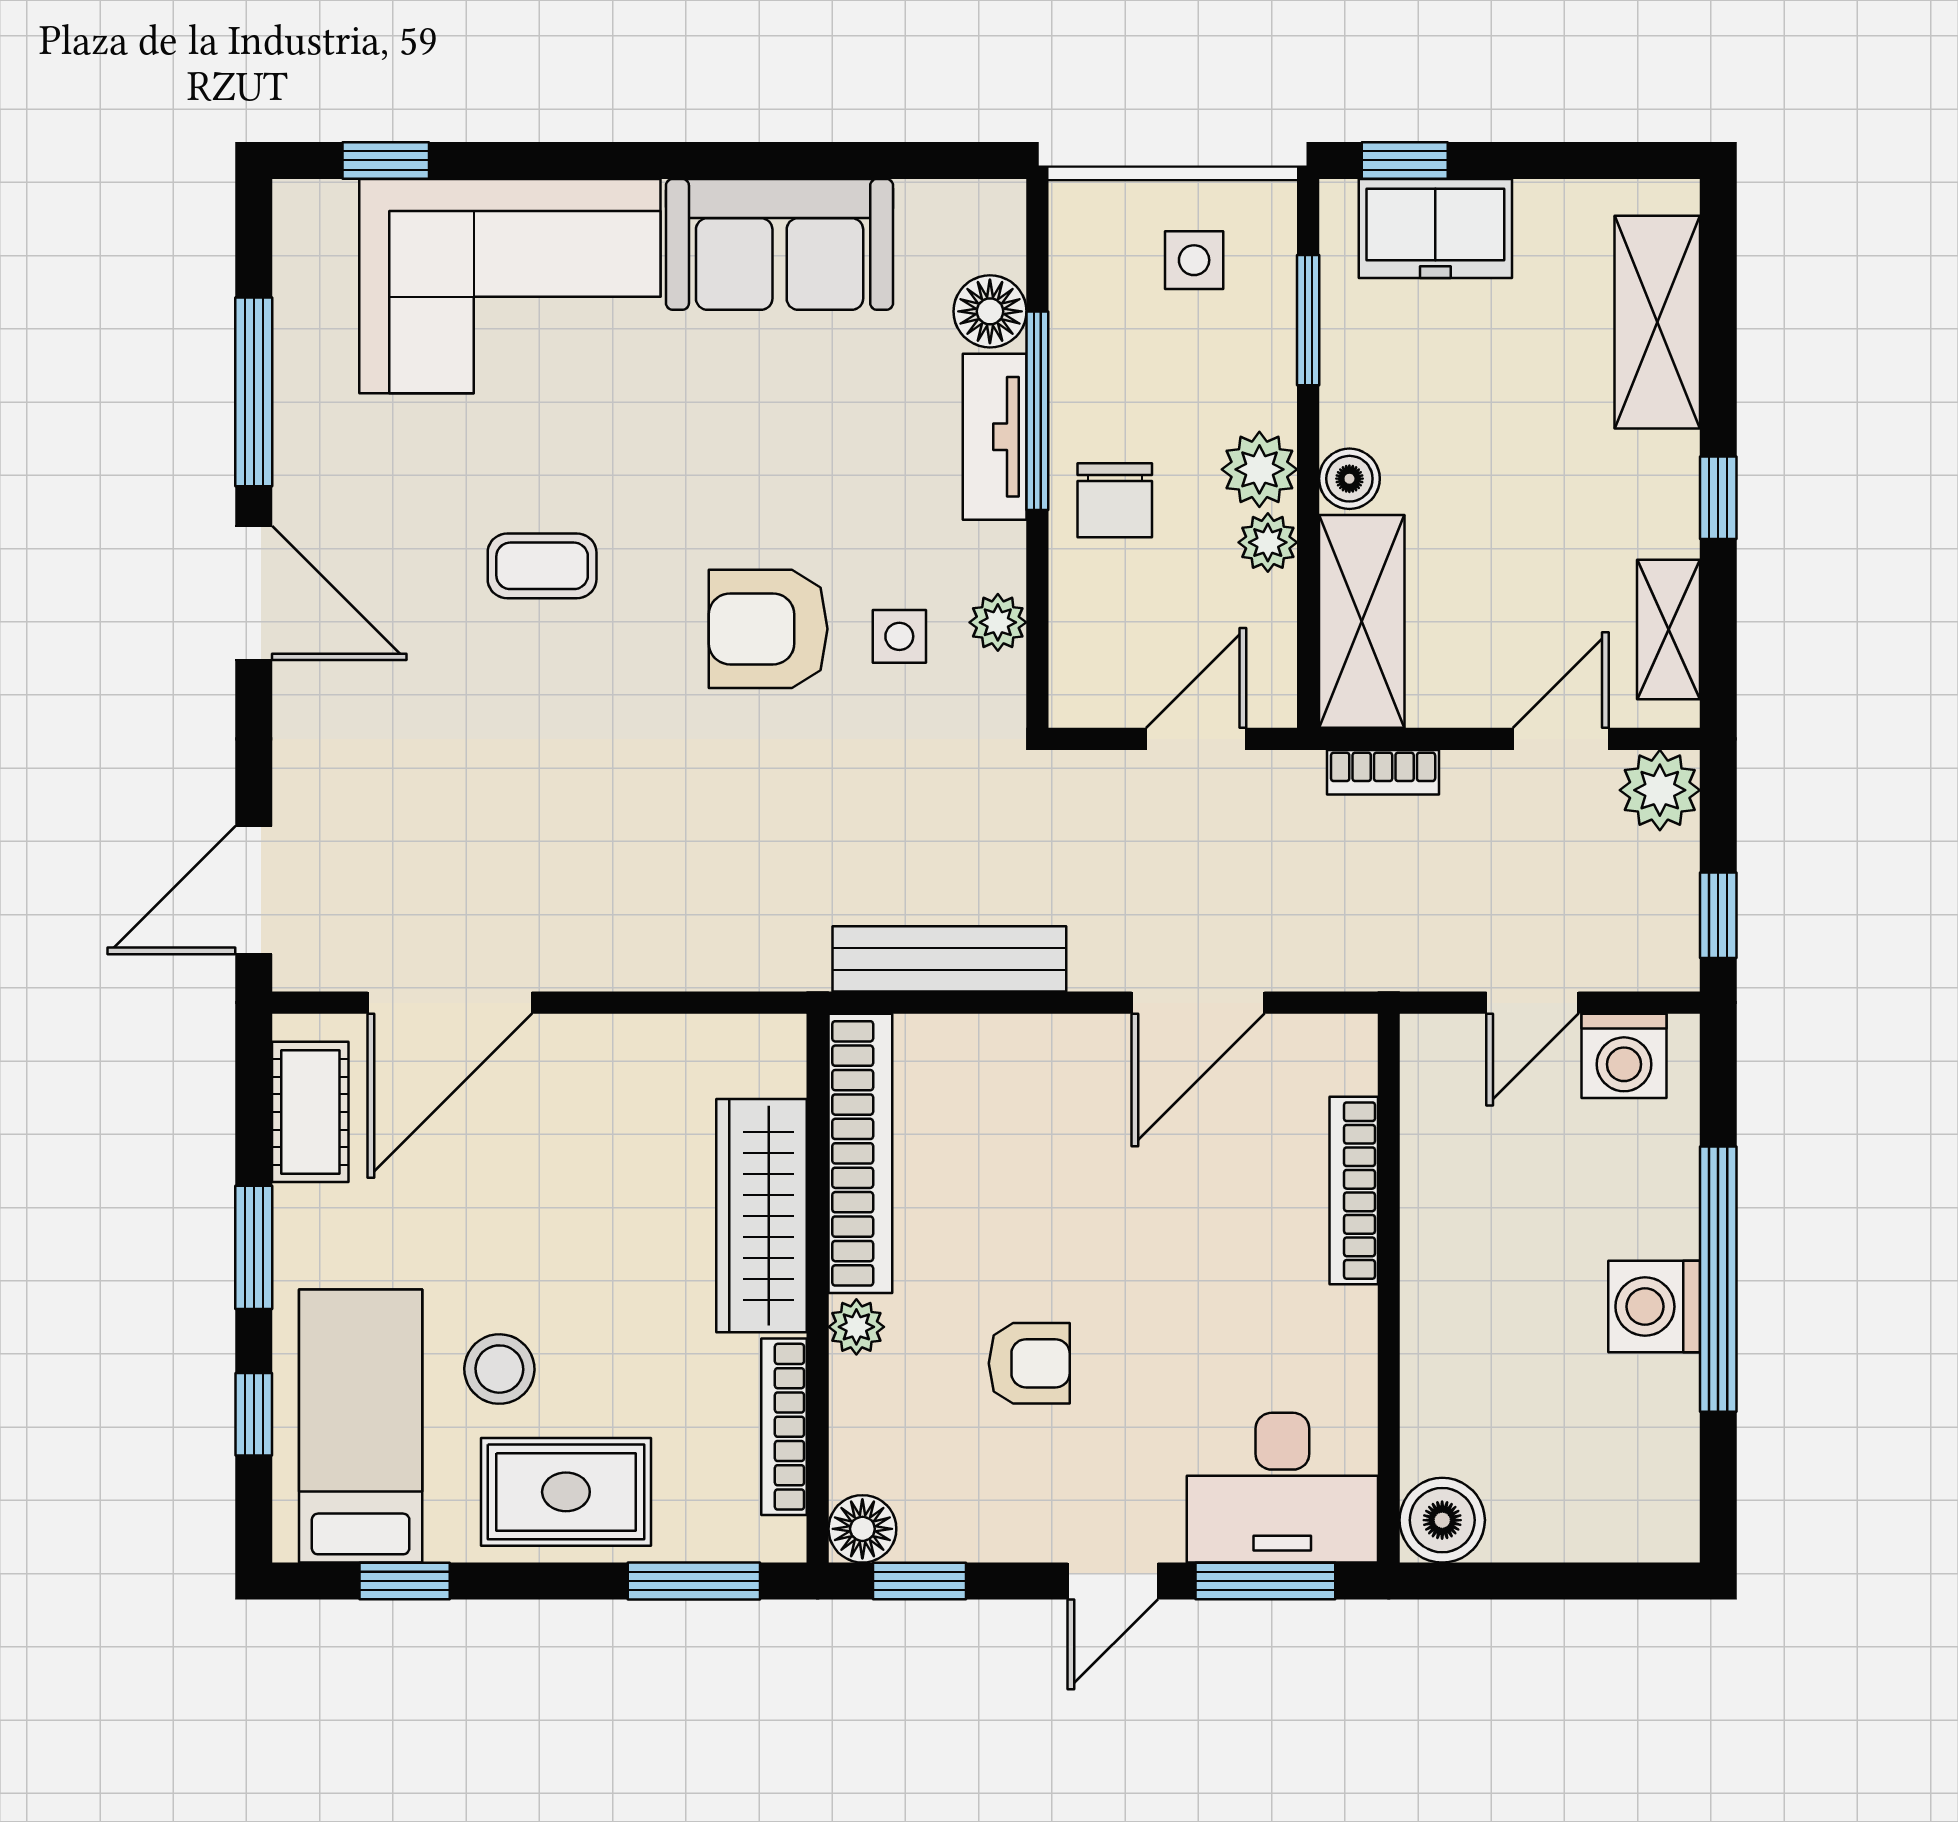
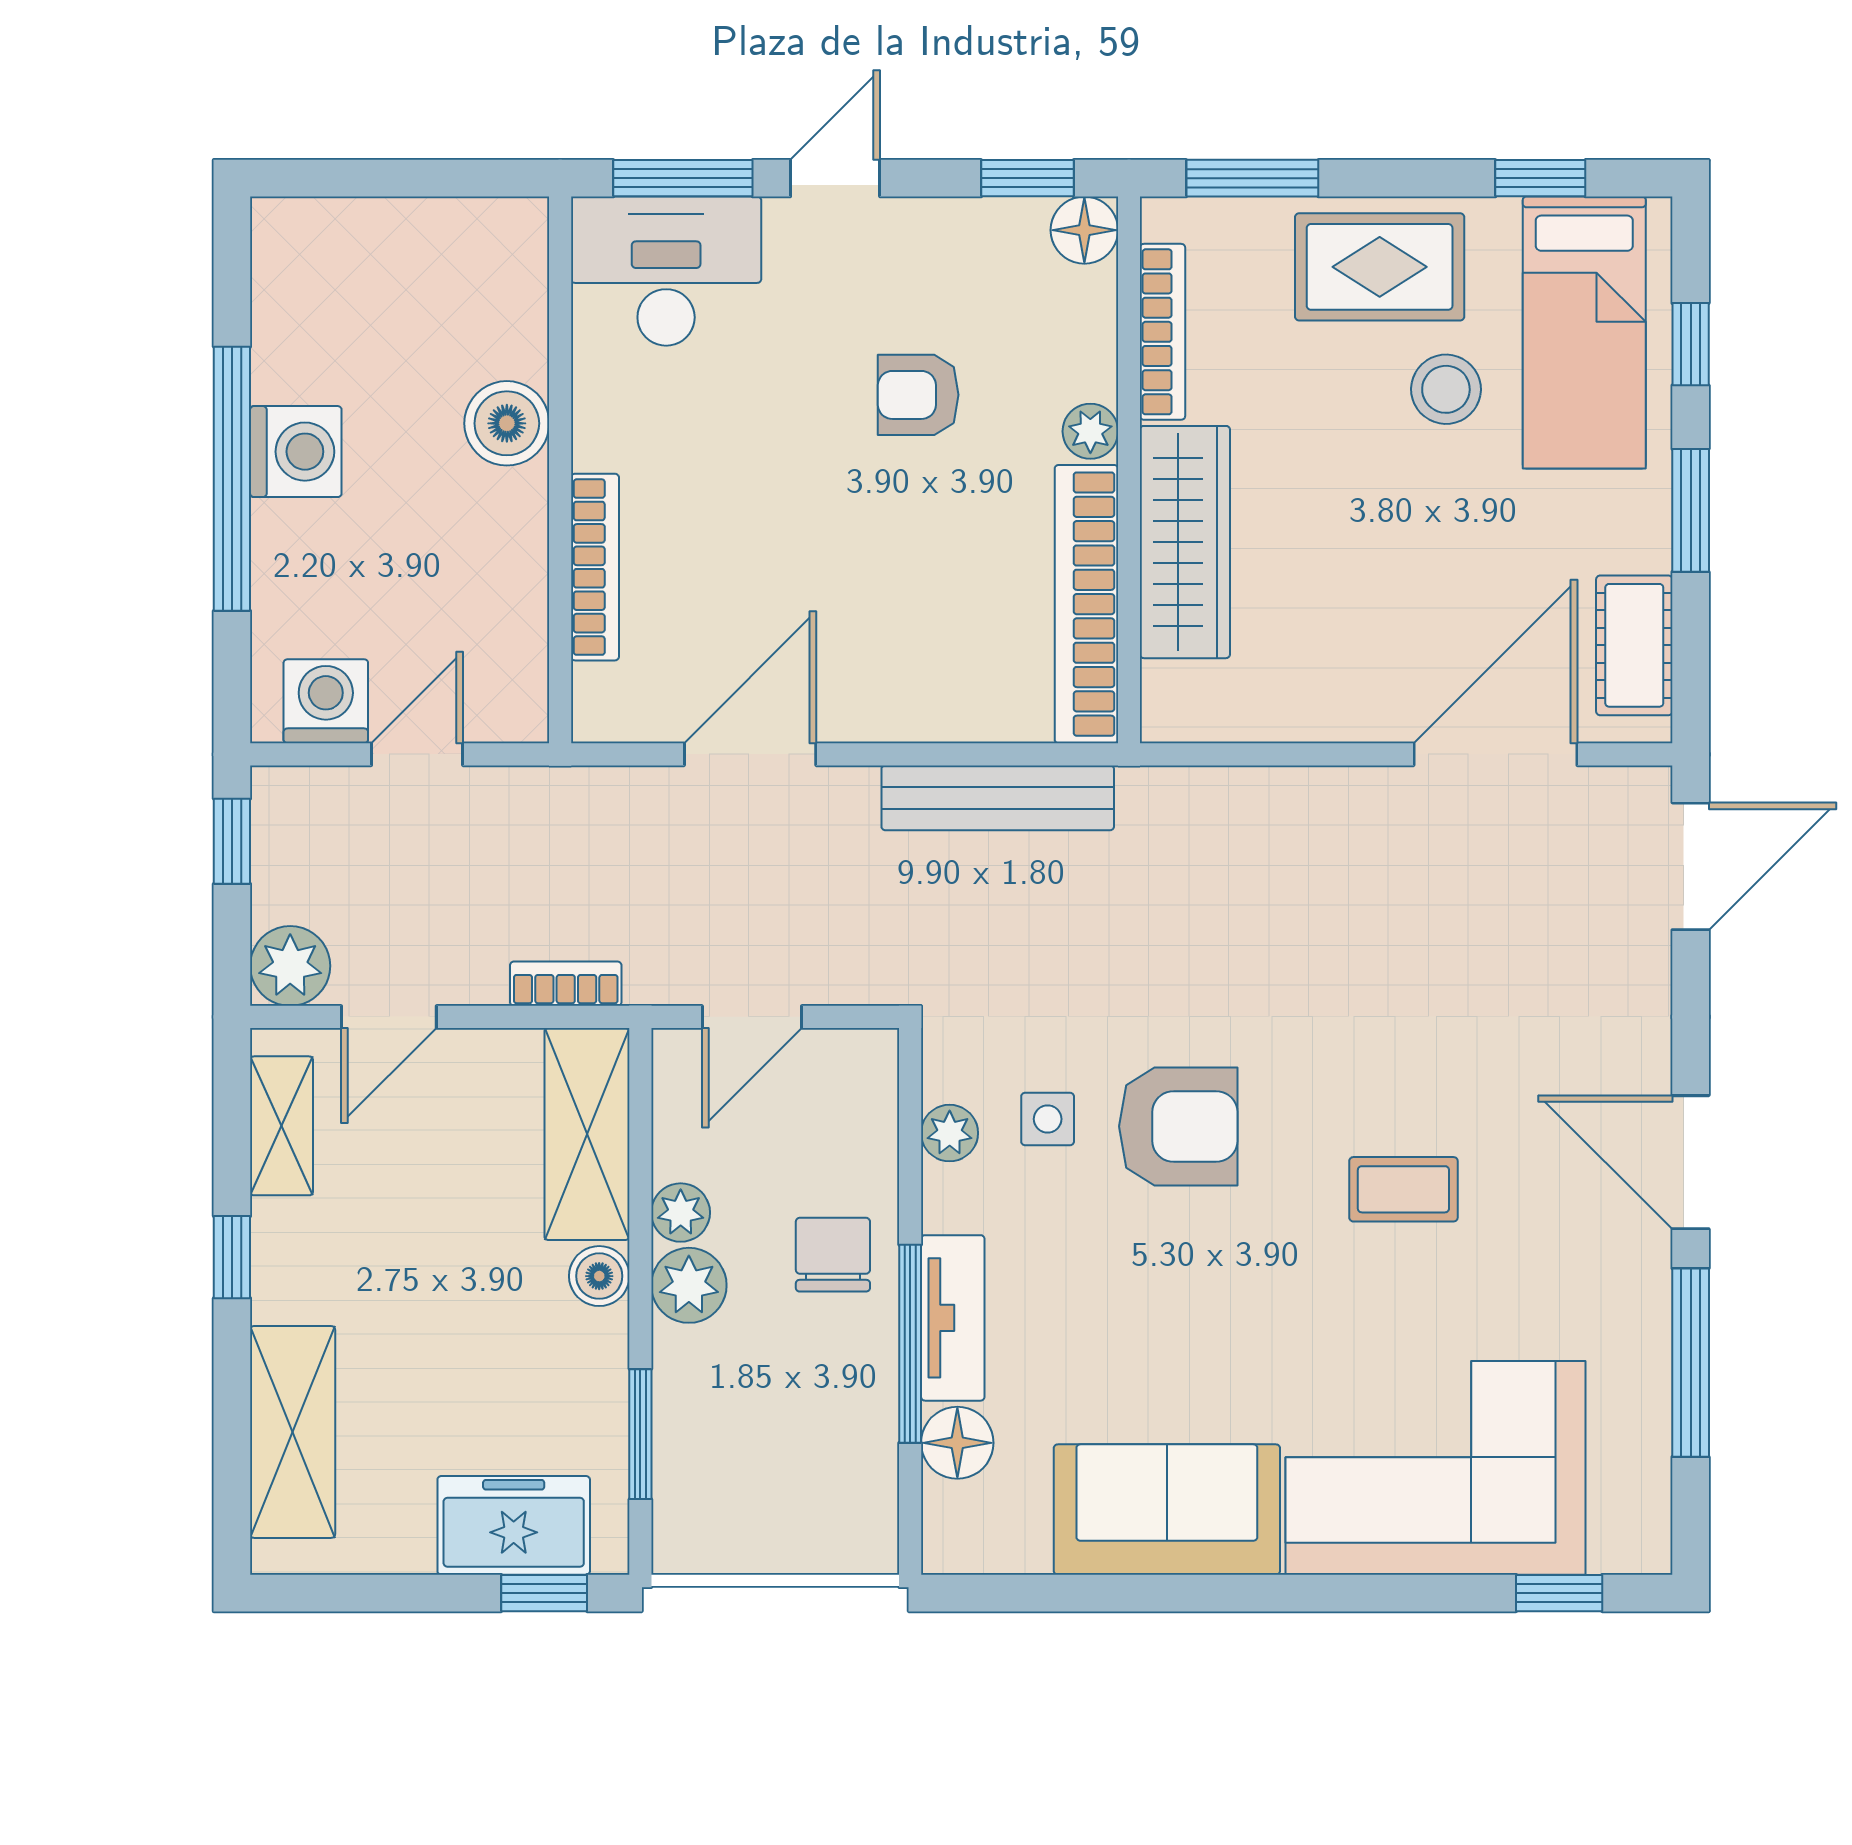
side table: (1194, 260) -> (754, 1494), removed
boiler: (1442, 1520) -> (507, 423), moved

